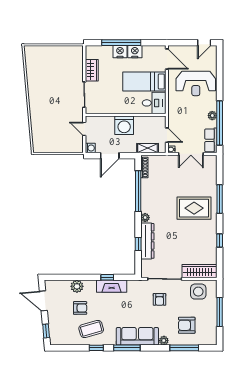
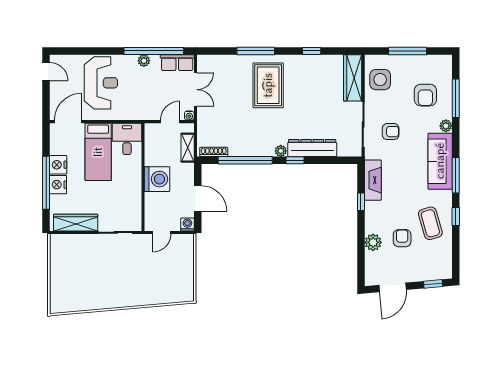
wardrobe: (92, 70) -> (76, 223), width x1.50
window: (138, 244) -> (295, 160), moved
fireplace: (112, 286) -> (373, 180), moved

